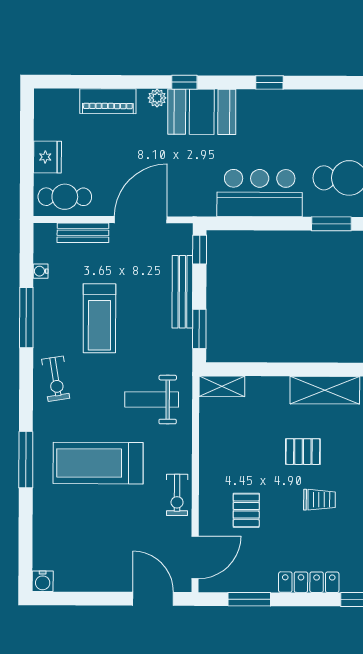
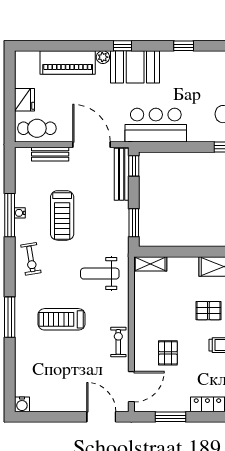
piano: (108, 101) -> (68, 63), width x1.37, depth x1.33
bar counter: (260, 193) -> (156, 125), moved
door: (141, 220) -> (92, 145), hinge flipped
water cooler: (41, 271) -> (20, 213), moved
bench: (182, 292) -> (122, 174), moved
treadmill: (98, 463) -> (62, 319), width x0.73, depth x0.73
exercise bike: (177, 495) -> (118, 342), turned 180

